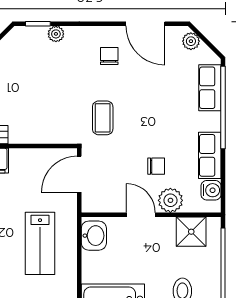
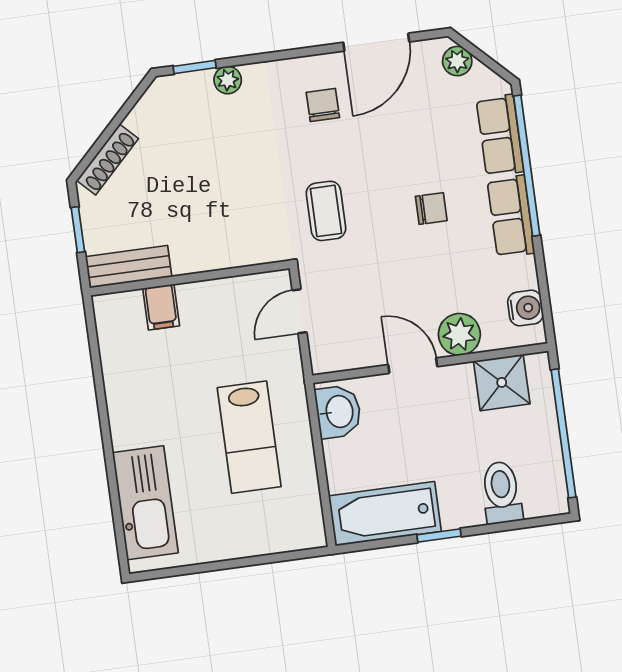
door: (145, 24) -> (376, 42), hinge flipped
row of seats: (210, 155) -> (511, 216), moved
chair: (156, 166) -> (431, 208), moved
door: (79, 174) -> (299, 311), width x0.73

